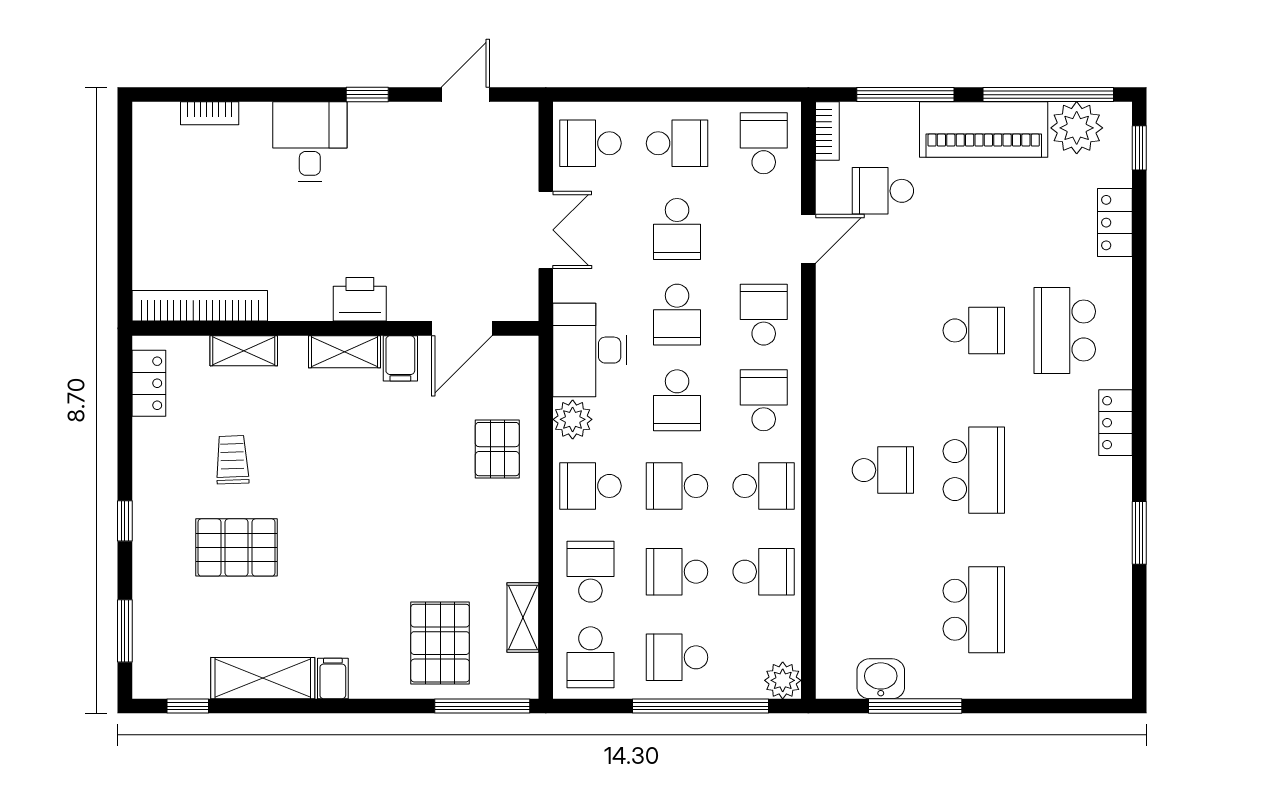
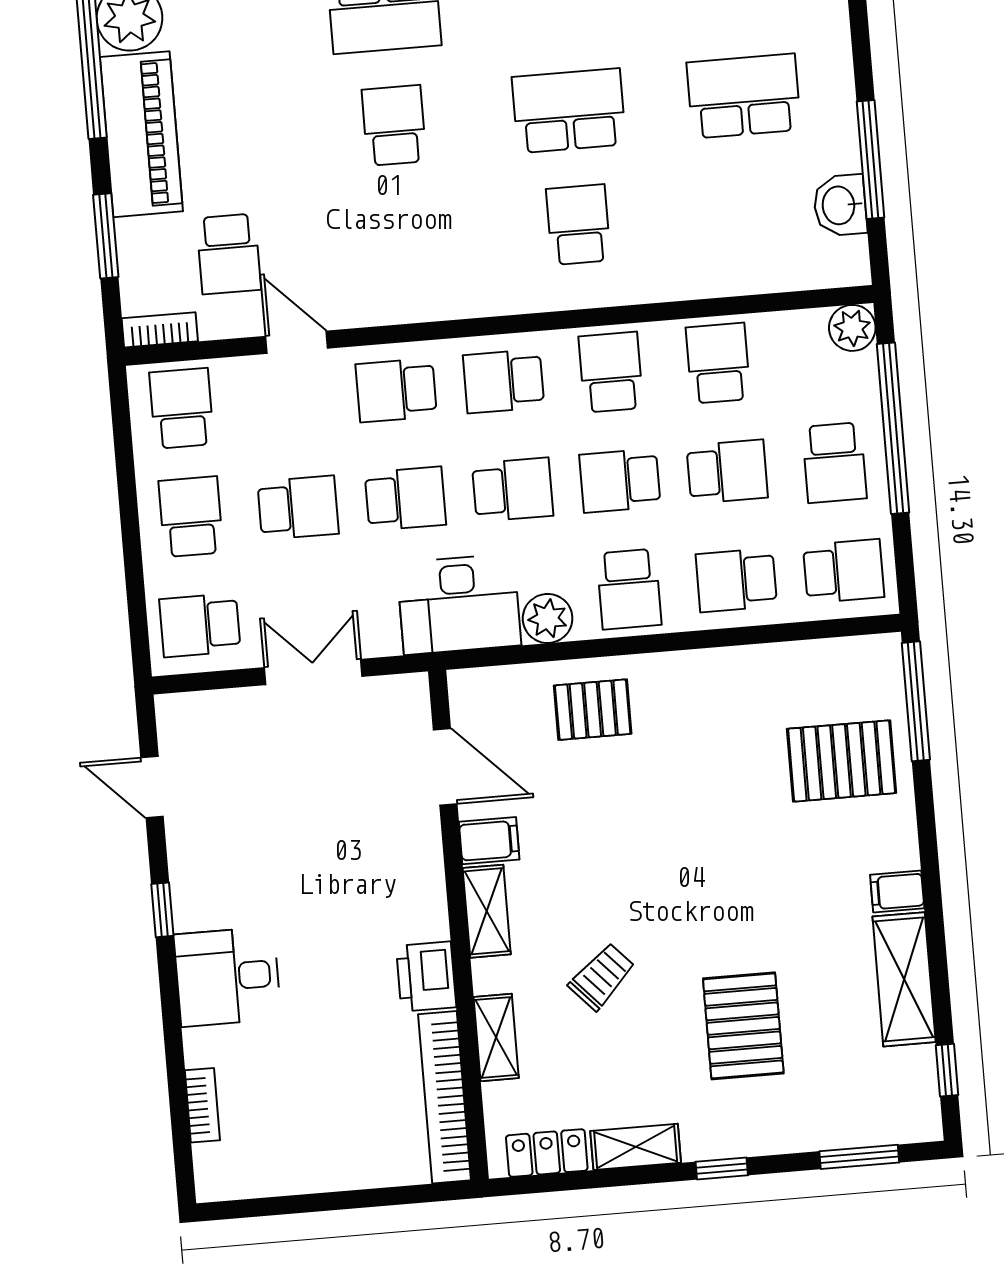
window: (905, 95) -> (106, 236), width x0.69
school desk: (590, 143) -> (200, 625), turned 90
school desk: (764, 143) -> (182, 408), turned 90
printer: (360, 299) -> (426, 977), moved
trolley: (232, 460) -> (602, 977), moved, turned 139
school desk: (677, 486) -> (620, 481), turned 90
school desk: (677, 572) -> (727, 472), turned -90
shelving: (523, 617) -> (636, 1147), moved

